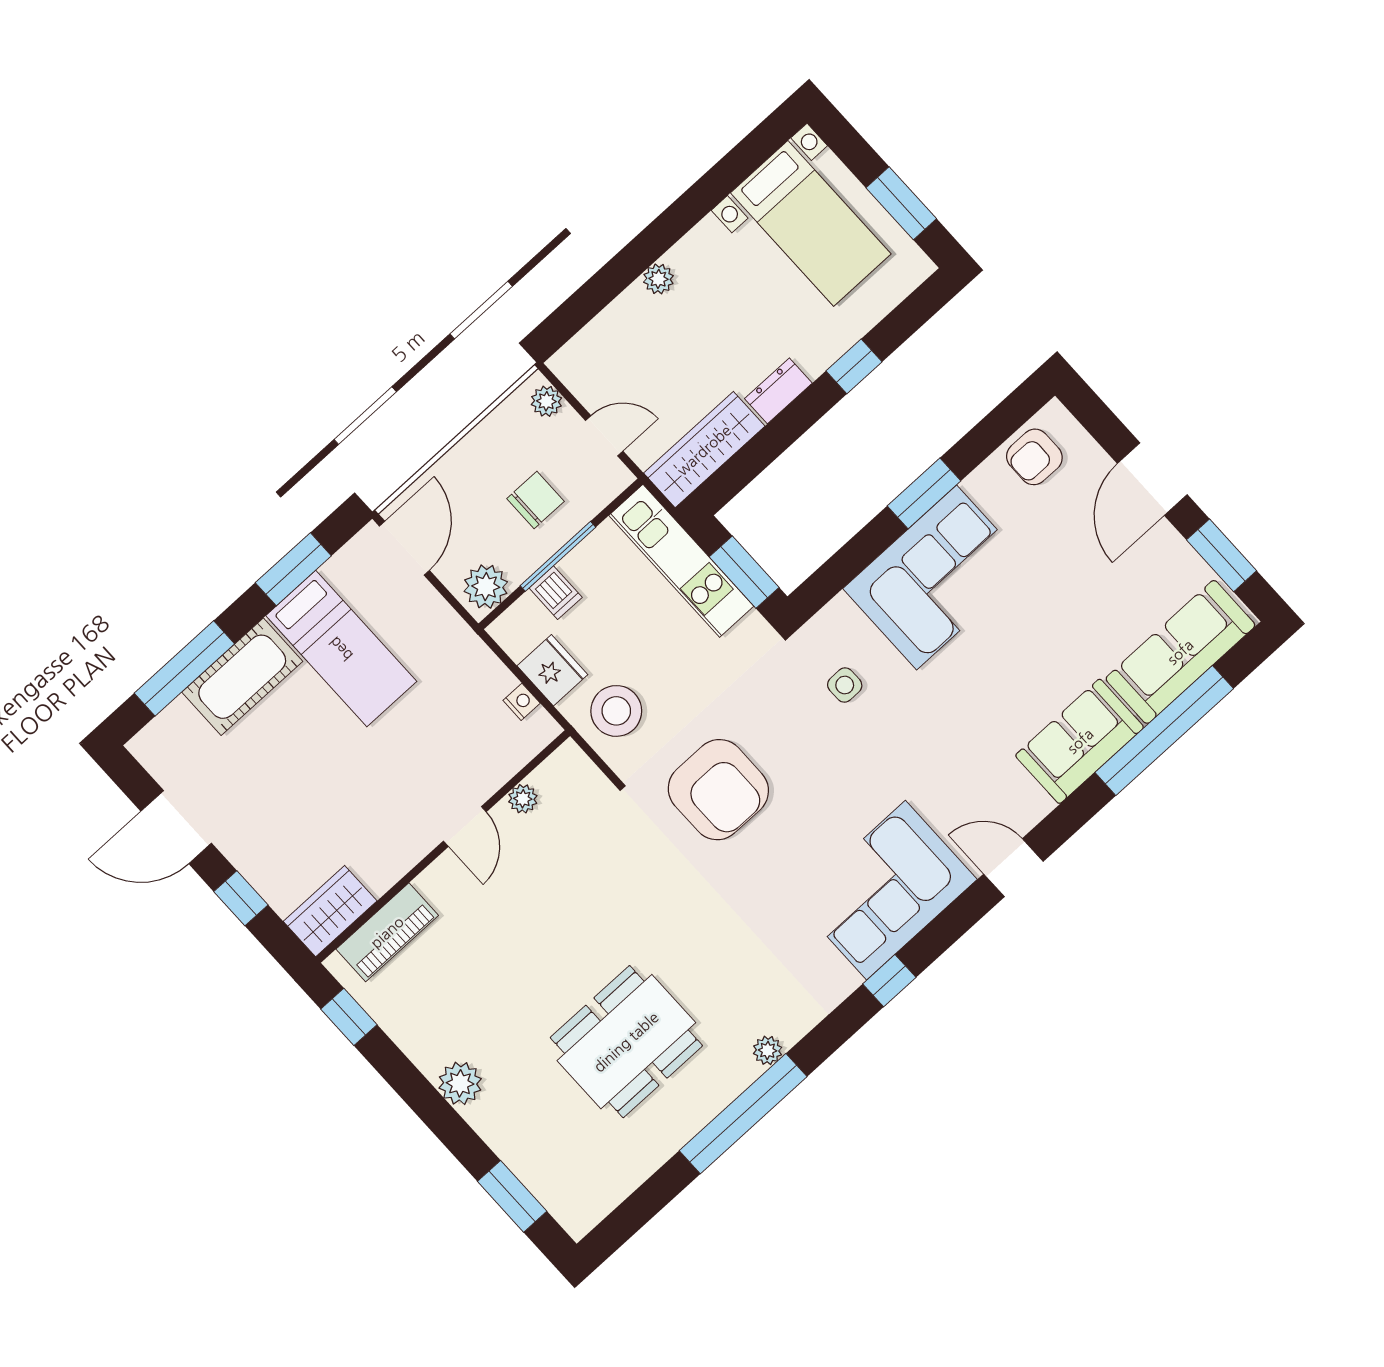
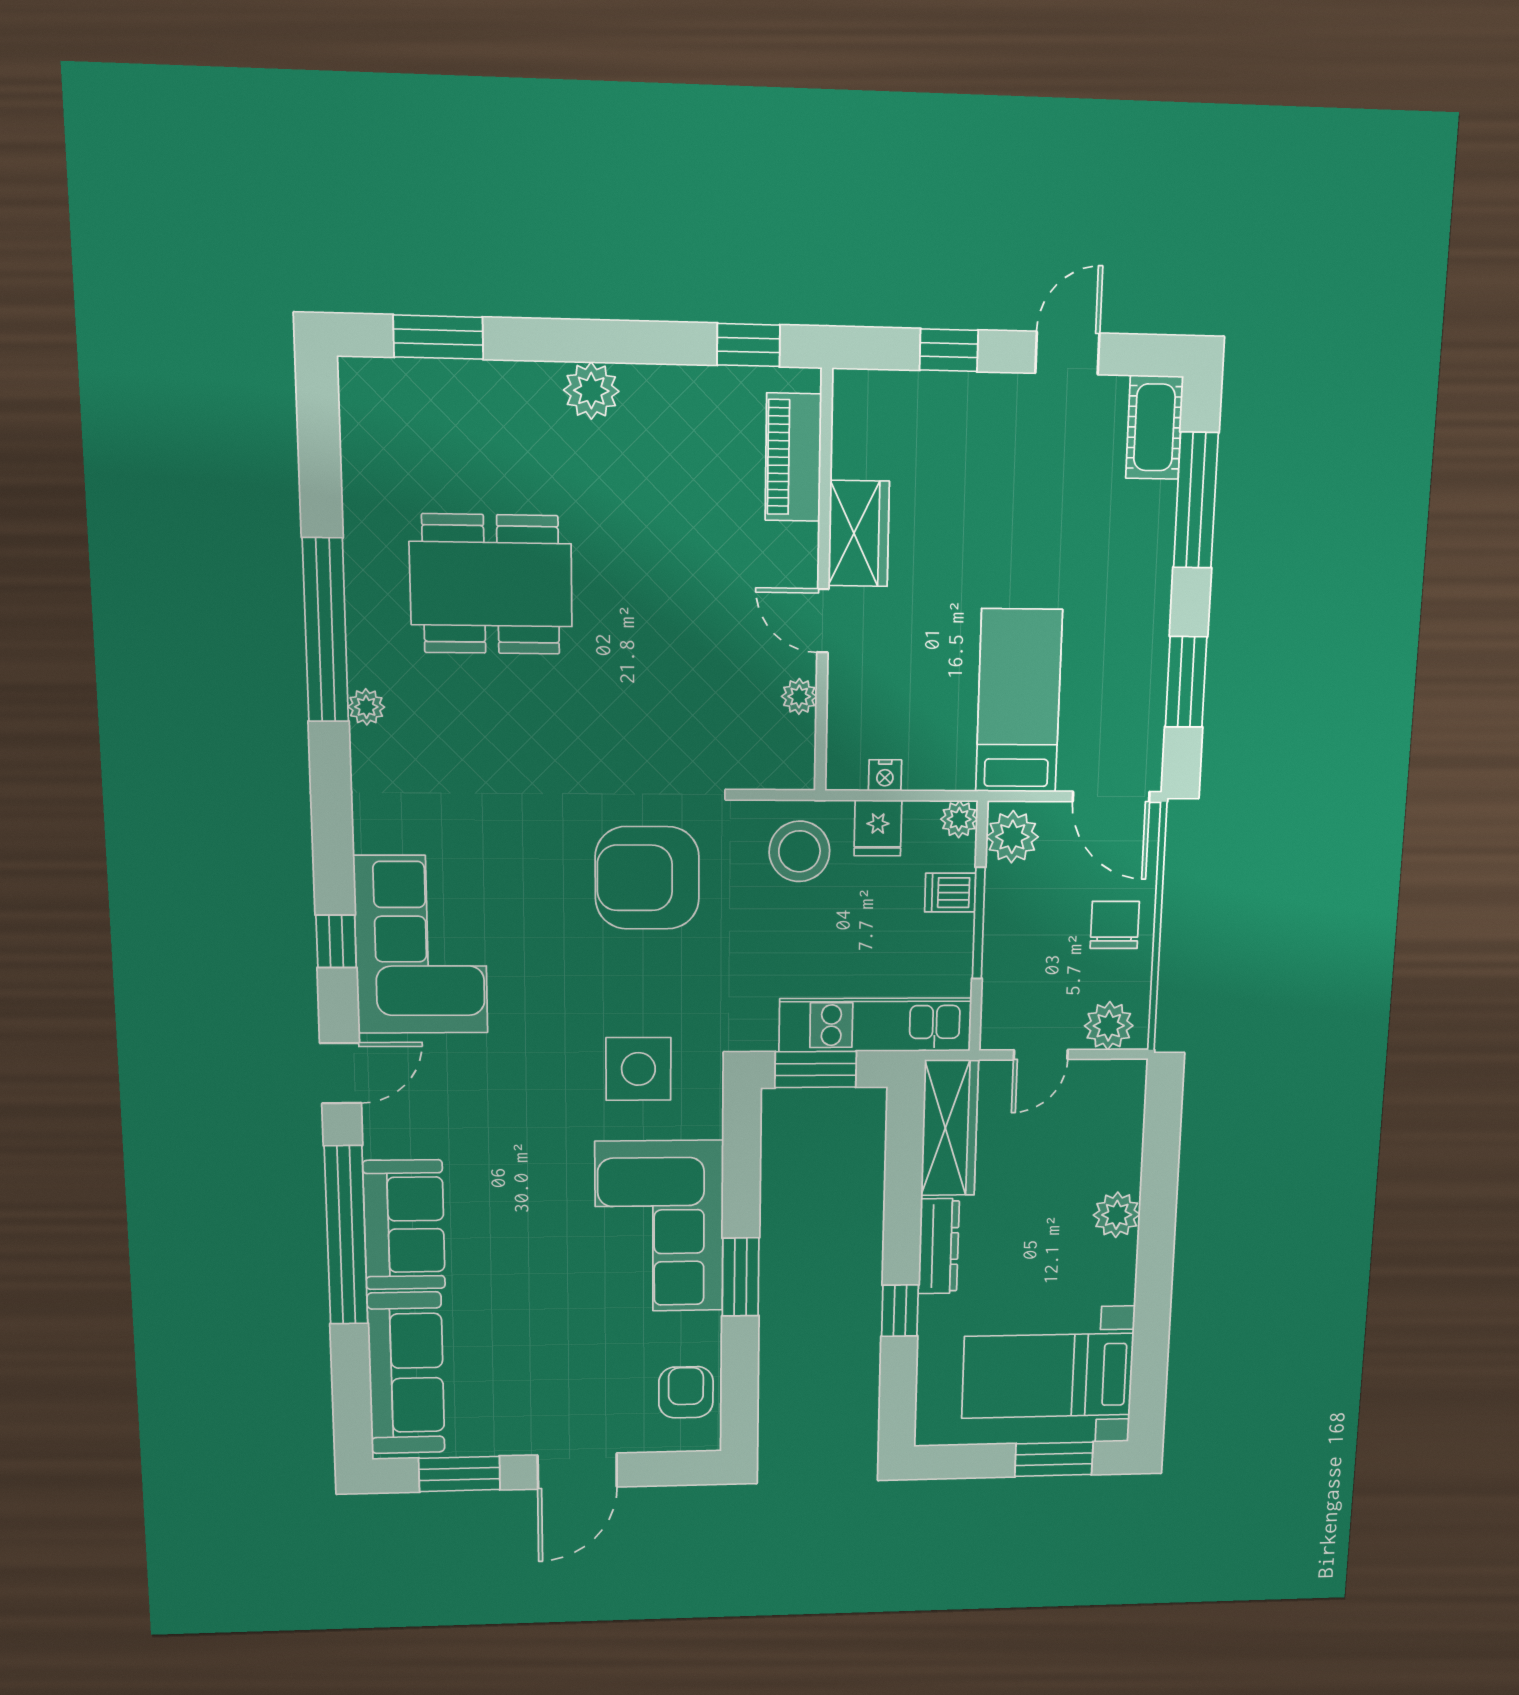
window: (901, 203) -> (1054, 1459), moved
plant: (658, 279) -> (1117, 1215), width x1.38, depth x1.38
dresser: (778, 391) -> (939, 1246), width x1.44
plant: (546, 401) -> (1109, 1026), width x1.38, depth x1.38
door: (1152, 479) -> (577, 1471), swing flipped
chair: (536, 500) -> (1115, 925), moved, turned 180
plant: (506, 630) -> (959, 819), added
bed: (341, 649) -> (1019, 701), moved, turned 90
fridge: (552, 670) -> (878, 828), width x0.72
cot: (242, 677) -> (1154, 427), moved, width x0.73, depth x0.75
side table: (845, 685) -> (638, 1069), width x1.87, depth x1.87
window: (1164, 730) -> (346, 1235), moved
door: (176, 827) -> (1067, 353), width x0.73
wardrobe: (330, 911) -> (859, 534), moved
window: (889, 981) -> (336, 941), moved
dining table: (626, 1042) -> (491, 584), turned 90

